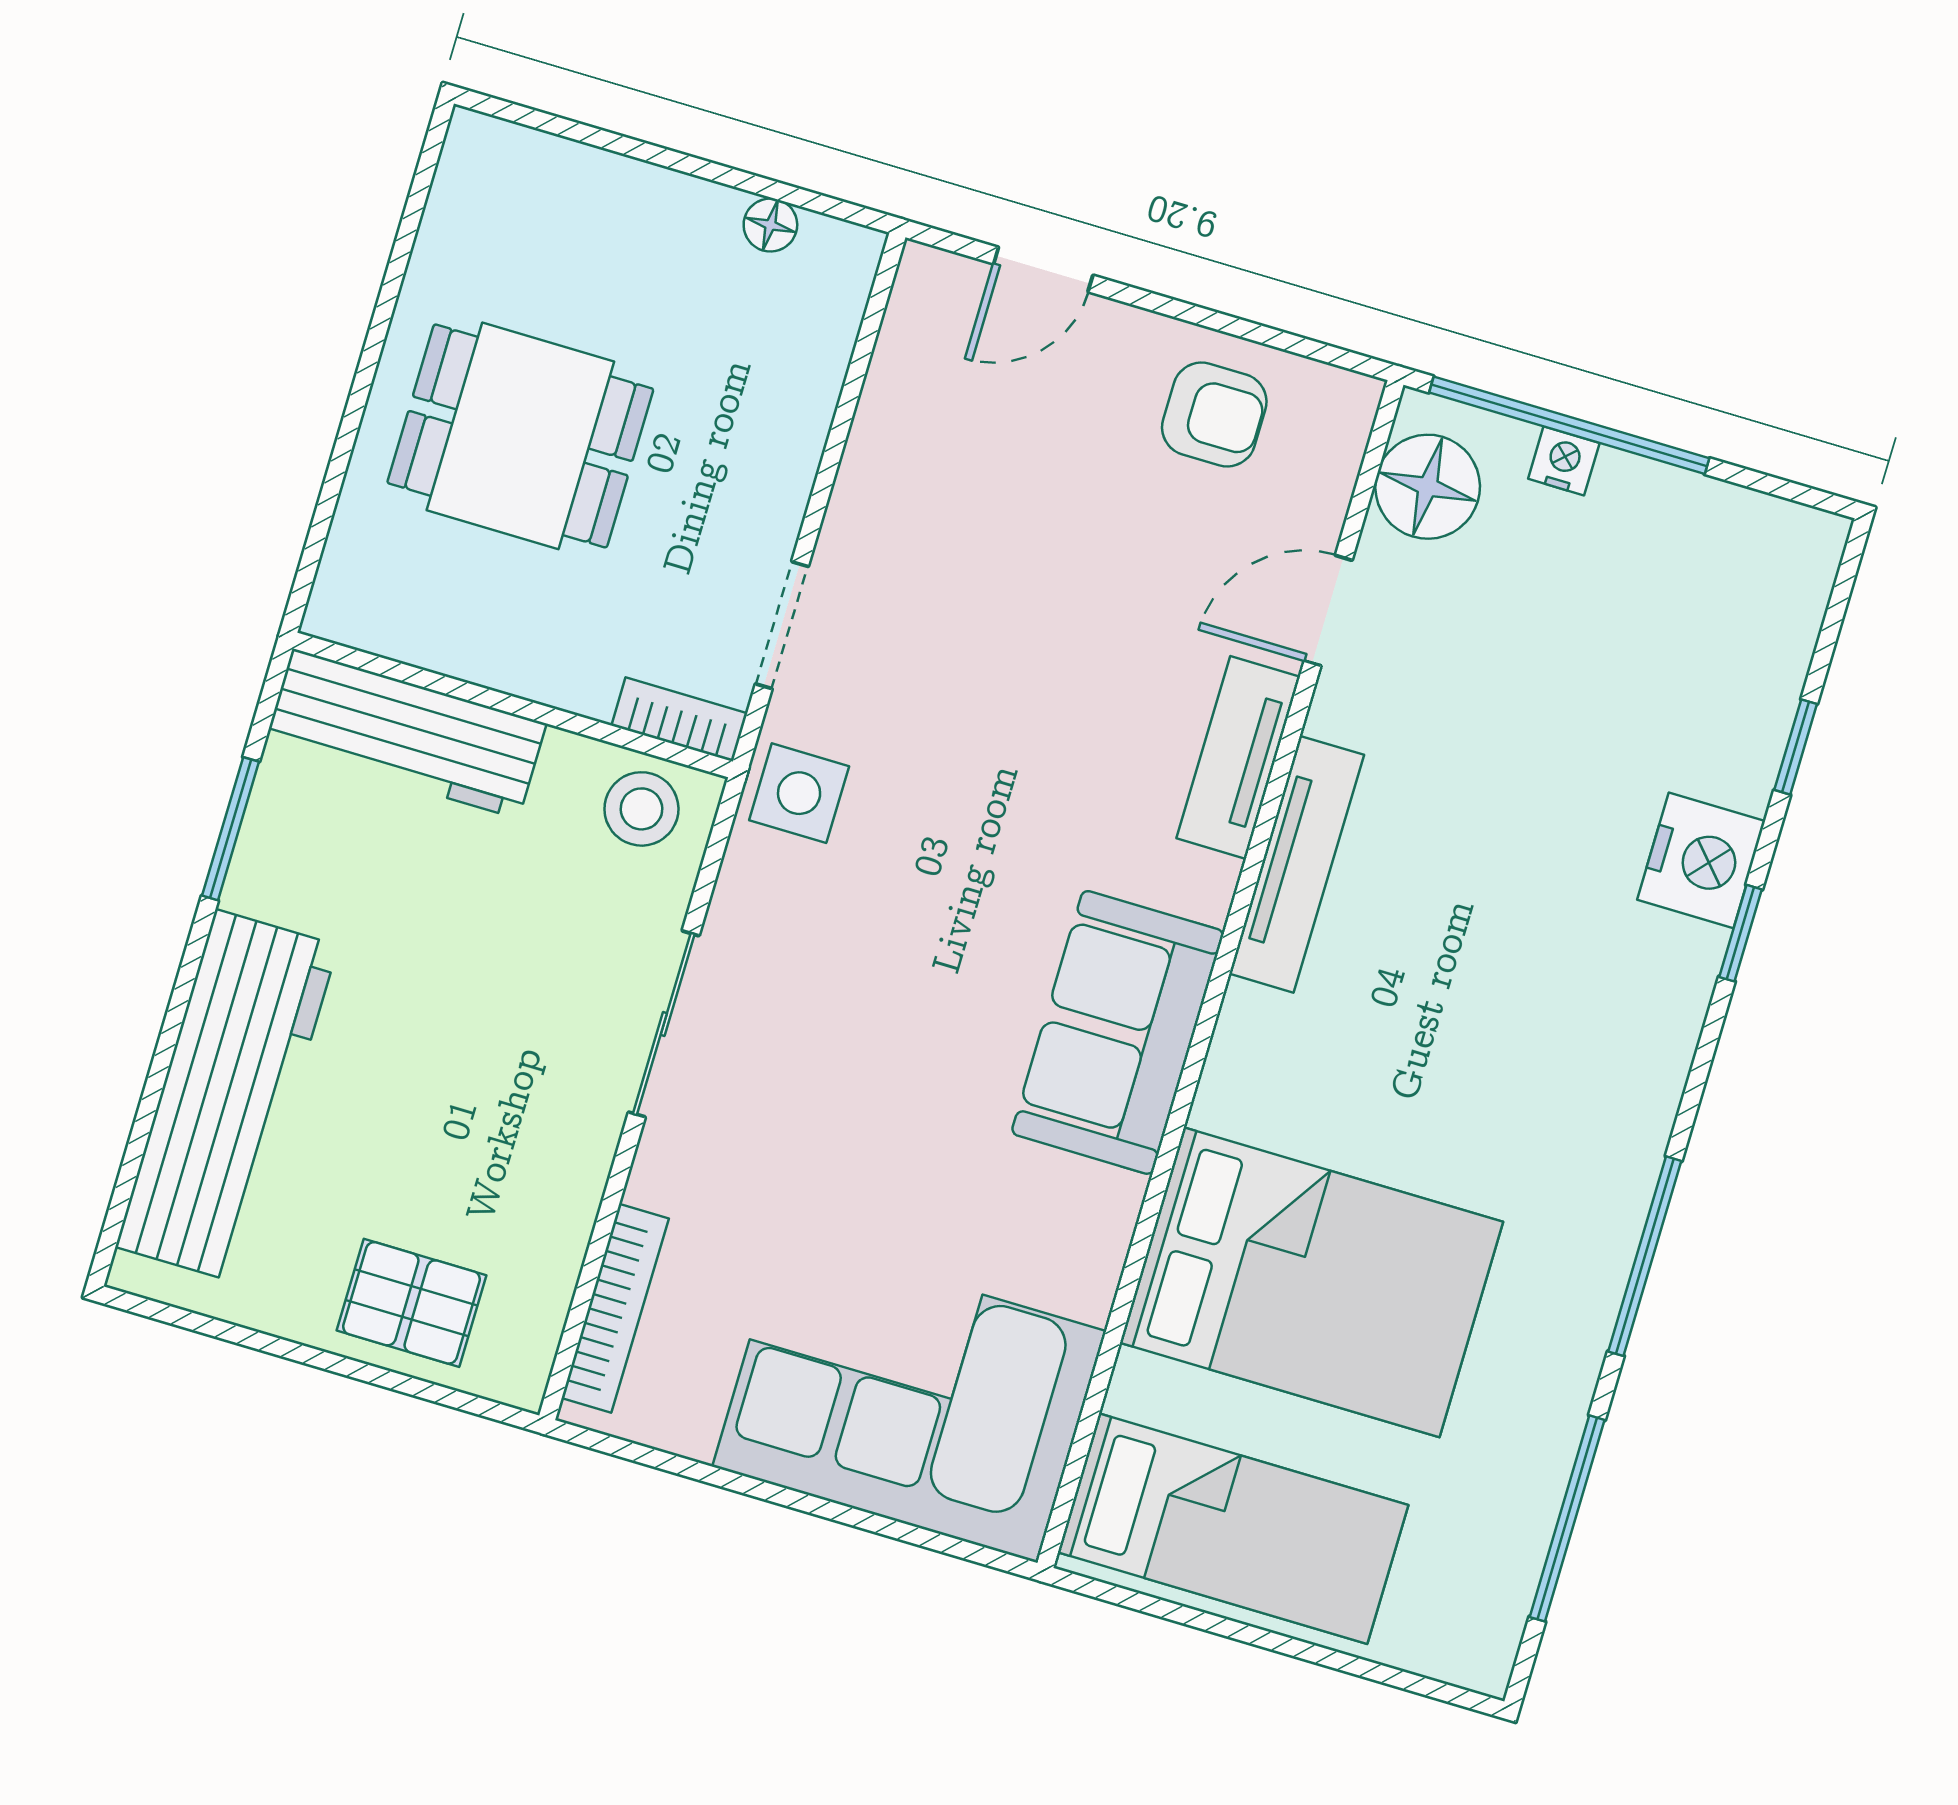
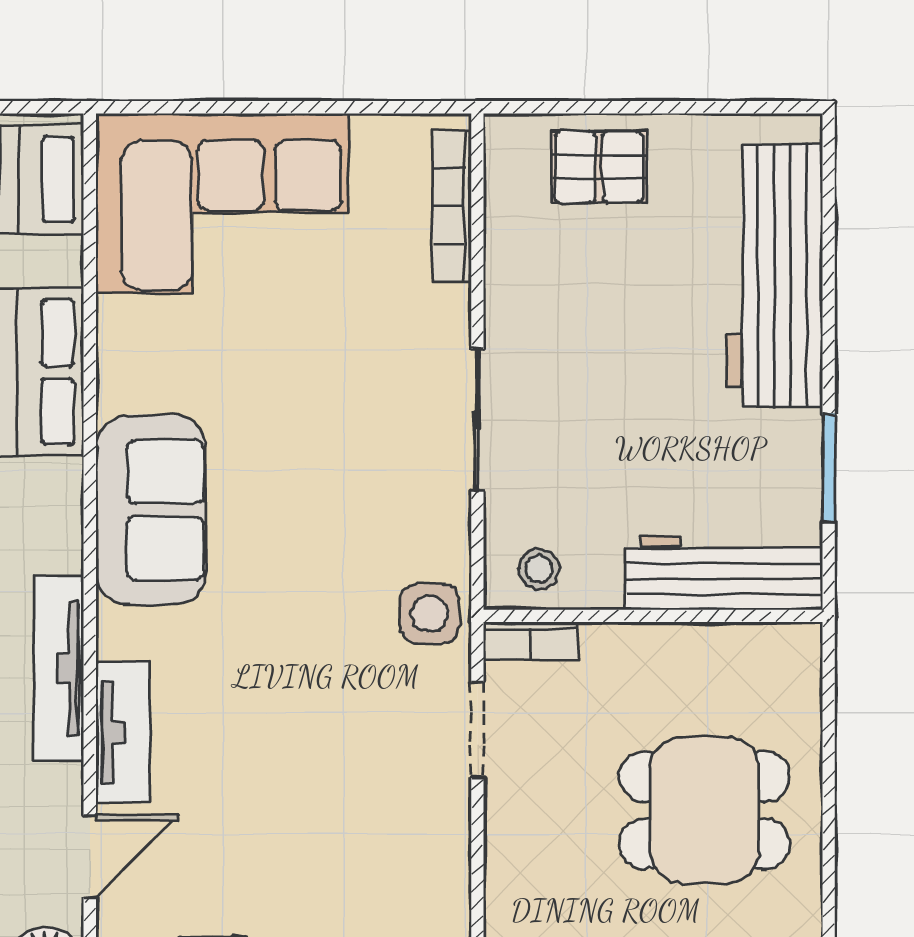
stool: (641, 809) -> (539, 569), width x0.73, depth x0.73

